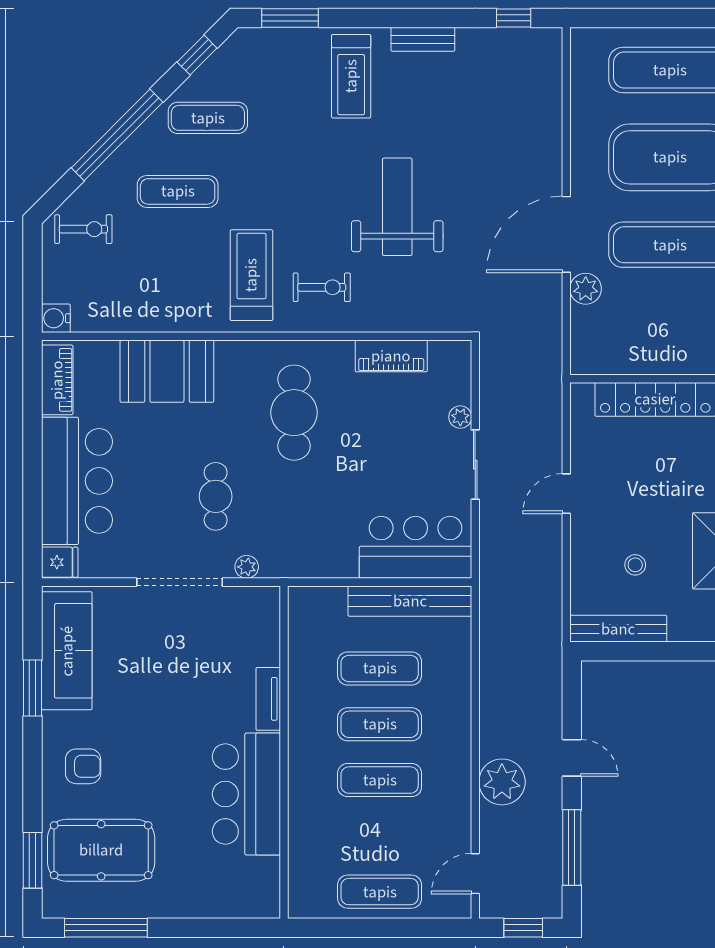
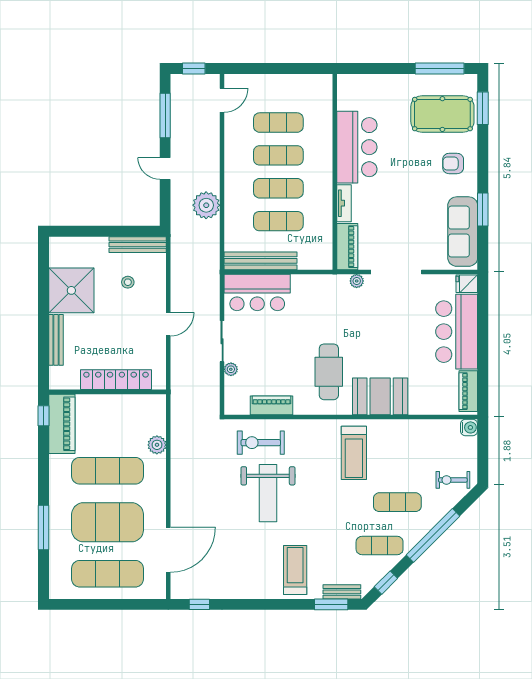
bench: (423, 39) -> (342, 592), moved
door: (566, 234) -> (168, 550), moved
exercise bike: (322, 287) -> (261, 443), moved, width x1.38, depth x1.39
booth: (167, 371) -> (380, 396), moved
cafe table: (216, 496) -> (375, 323), removed
piano: (263, 625) -> (347, 247), added
plant: (502, 782) -> (206, 205), moved
exercise mat: (380, 892) -> (278, 123), moved

